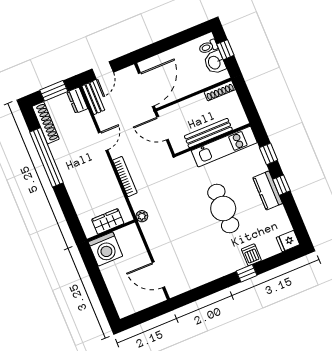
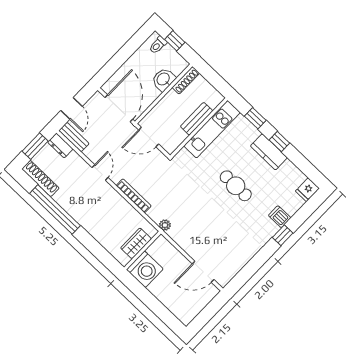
washbasin: (215, 62) -> (164, 79), moved, turned 90
bench: (208, 133) -> (197, 119), width x0.73
cafe table: (223, 208) -> (236, 186), width x0.73, depth x0.74

